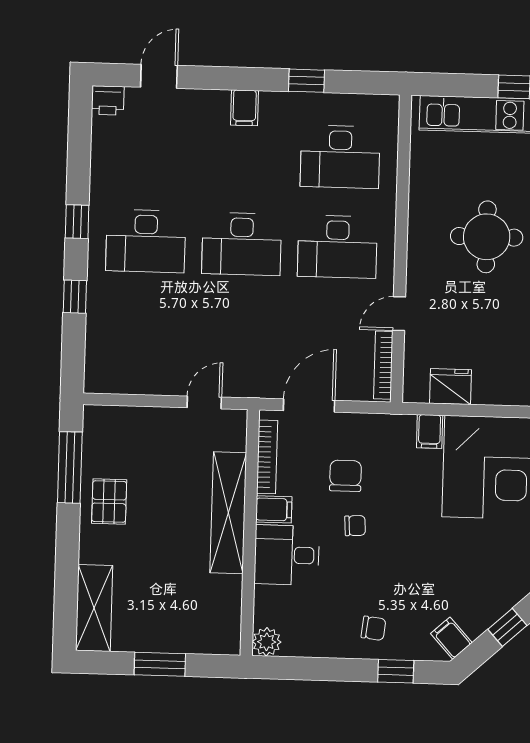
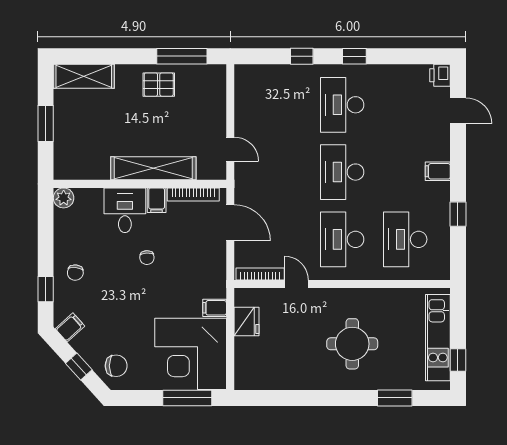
chair: (345, 476) -> (116, 366), moved

